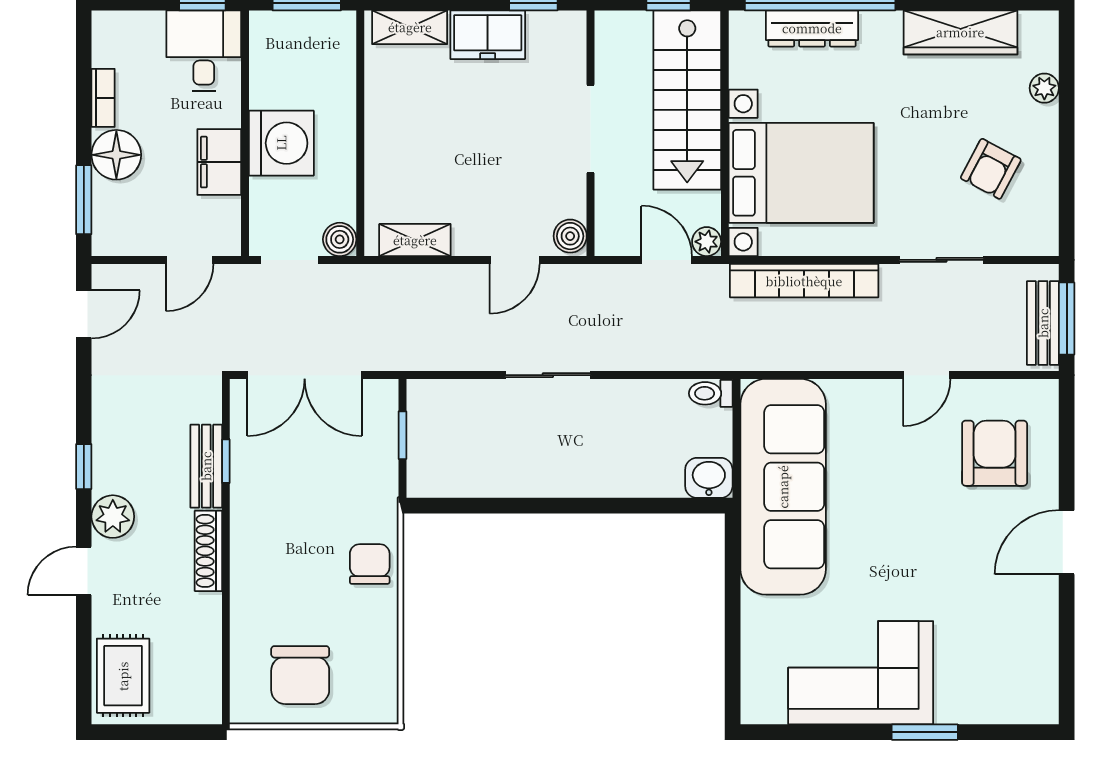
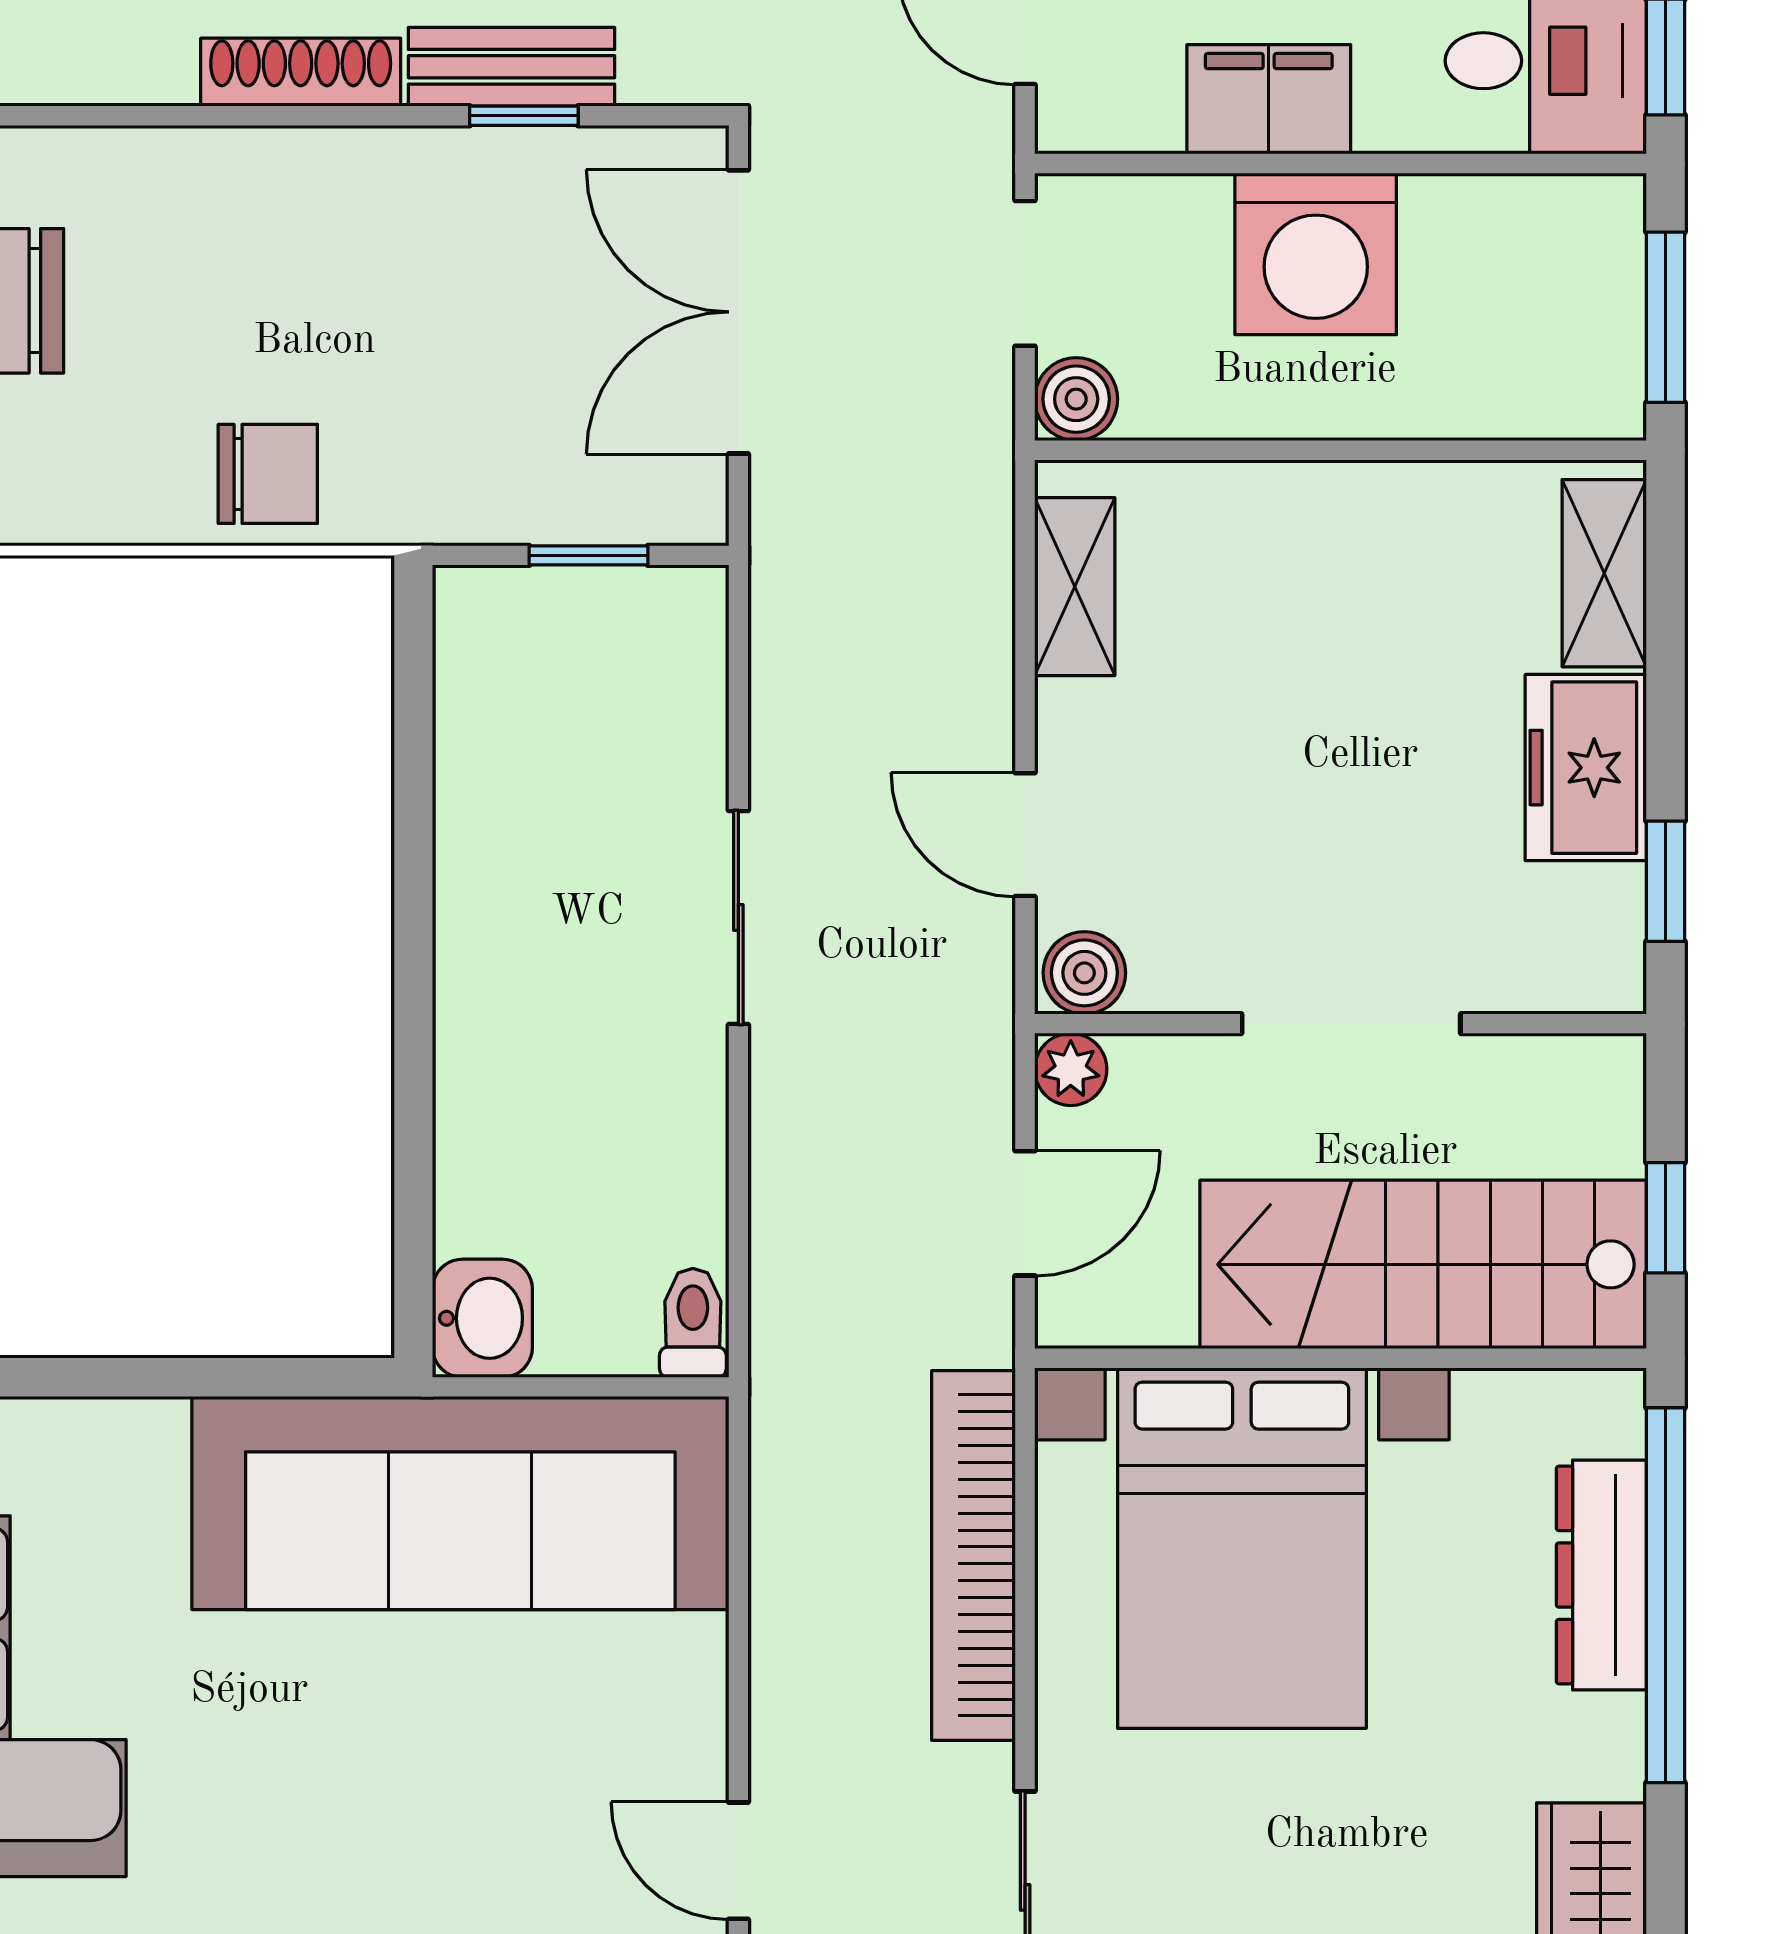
plant: (707, 242) -> (1071, 1069), moved

